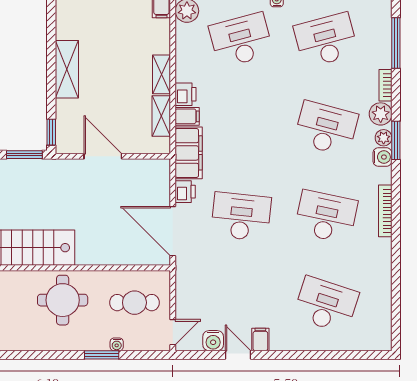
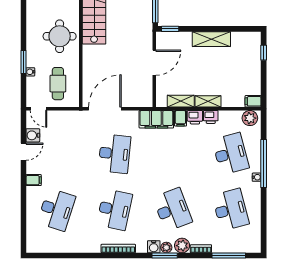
desk: (326, 128) -> (173, 210), turned -36
printer: (185, 192) -> (211, 117), moved
filing cabinet: (260, 339) -> (34, 180), moved

